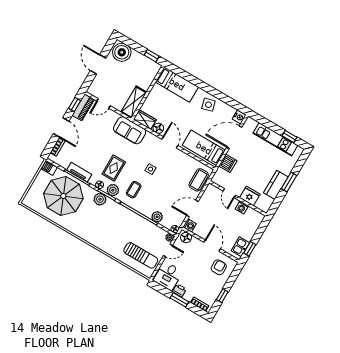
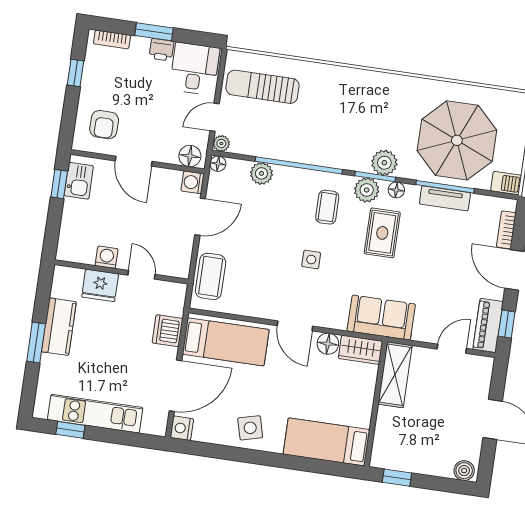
boiler: (122, 52) -> (464, 471), width x0.54, depth x0.54

